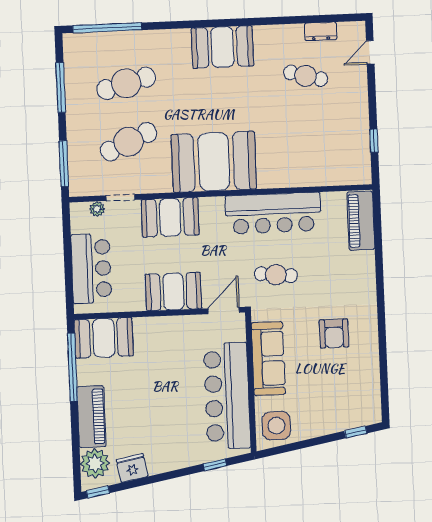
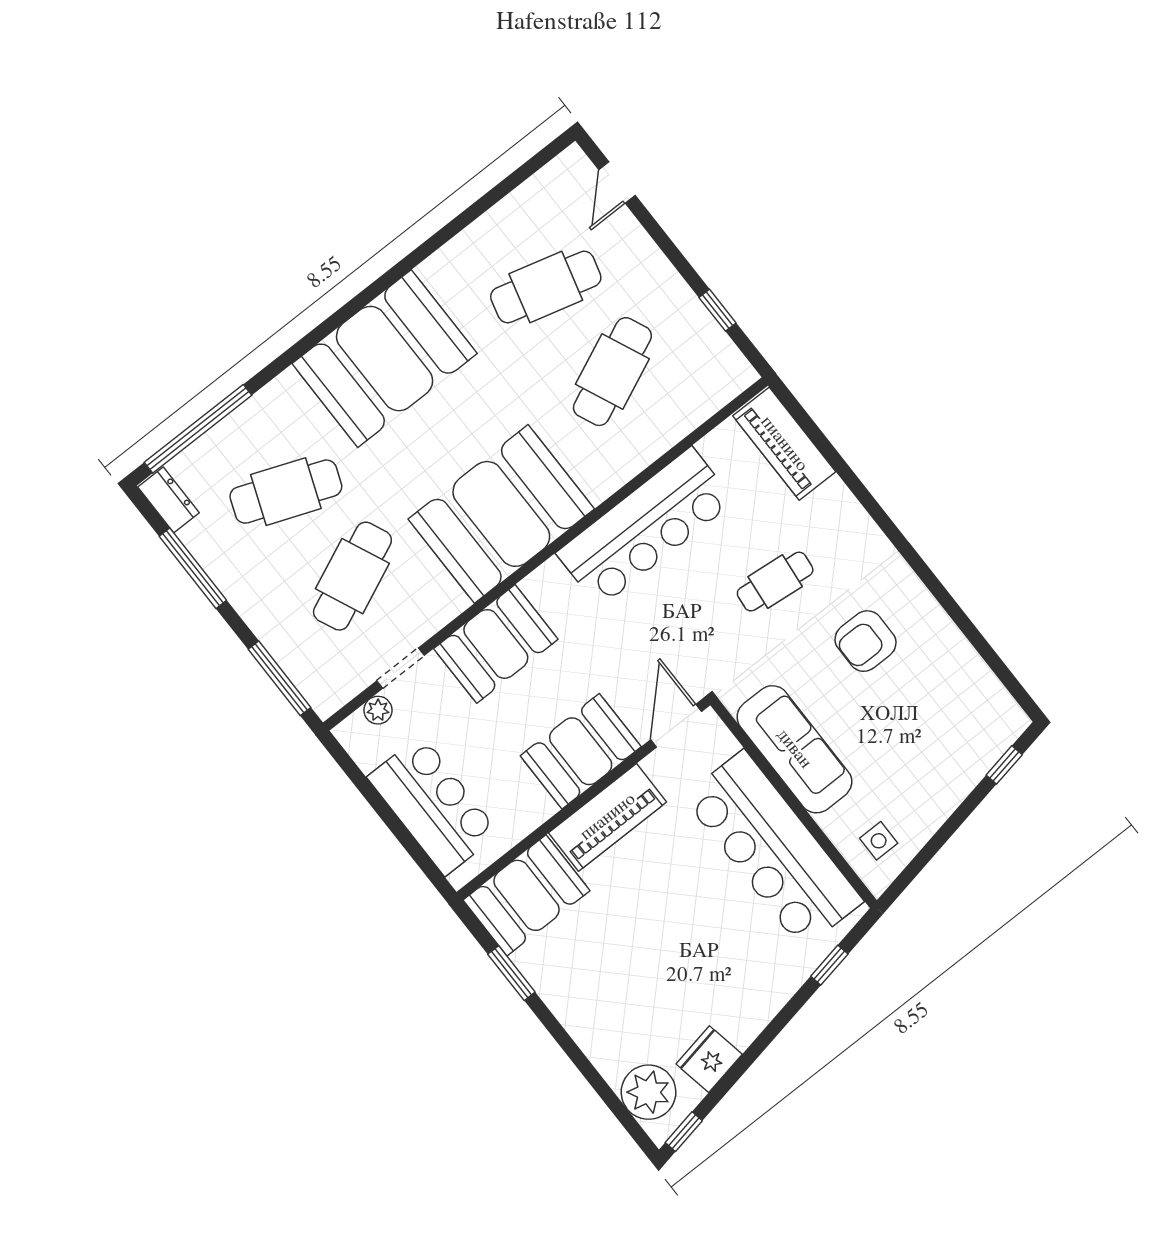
dresser: (321, 31) -> (169, 500), moved, turned -90
booth: (222, 47) -> (385, 359), width x1.36, depth x1.42
cafe table: (306, 76) -> (546, 287), width x1.37, depth x1.35
cafe table: (126, 83) -> (286, 492), turned 36
cafe table: (308, 134) -> (612, 372), added
cafe table: (276, 275) -> (775, 582), moved
armchair: (334, 333) -> (866, 641), turned 90
window: (72, 367) -> (511, 973), width x0.47
piano: (91, 417) -> (608, 817), moved, turned 90
side table: (276, 426) -> (879, 841), width x0.54, depth x0.54

